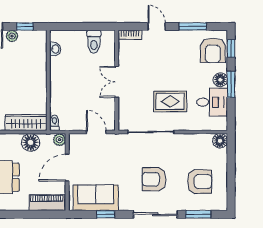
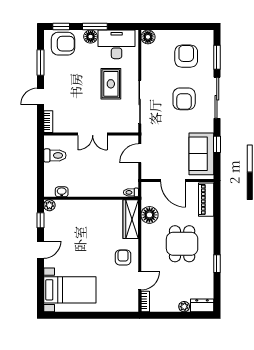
plant: (12, 36) -> (49, 205), moved
desk: (212, 102) -> (117, 44), width x1.37
plant: (60, 140) -> (147, 188), removed

